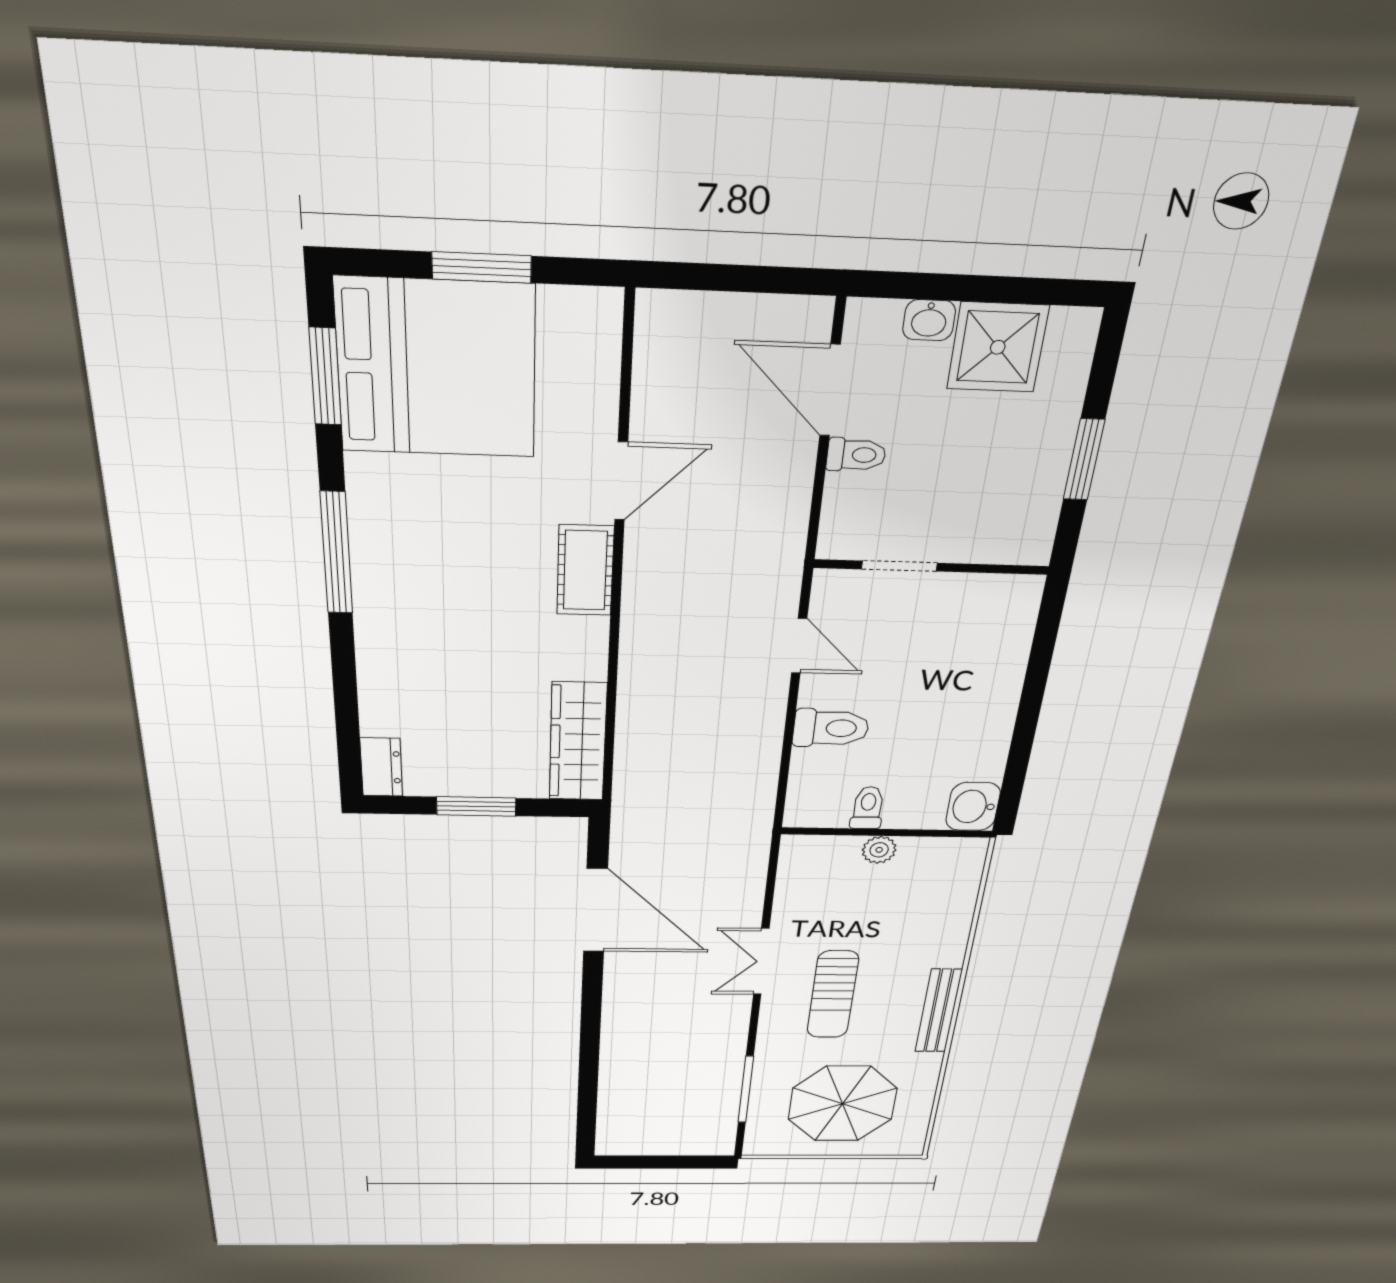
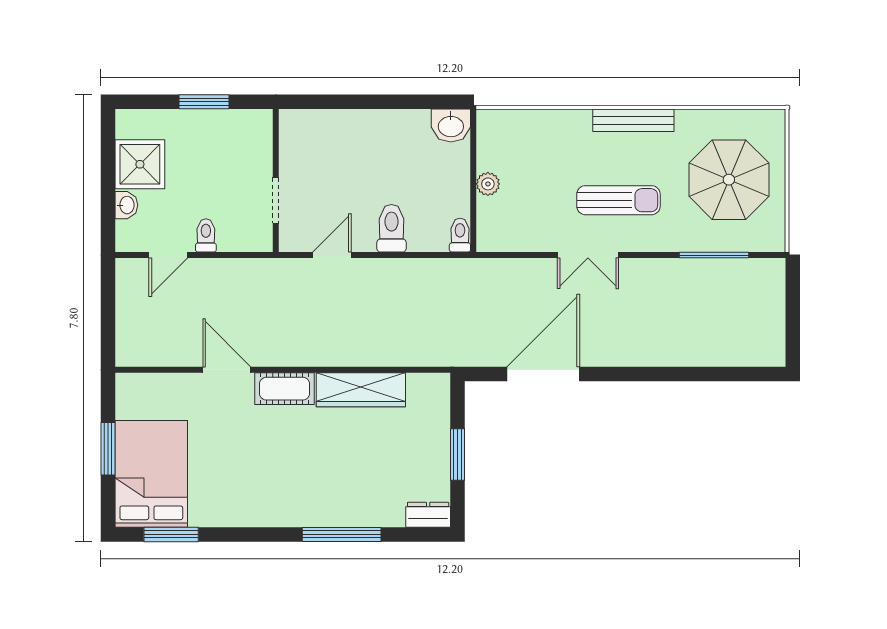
bed: (437, 369) -> (151, 474), width x0.73
door: (830, 390) -> (168, 255), width x0.73
window: (336, 553) -> (342, 534), moved
wardrobe: (578, 742) -> (361, 390), moved
toilet: (868, 808) -> (460, 235), moved, turned 90

